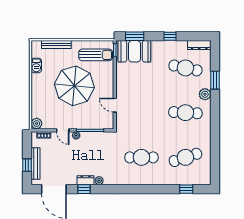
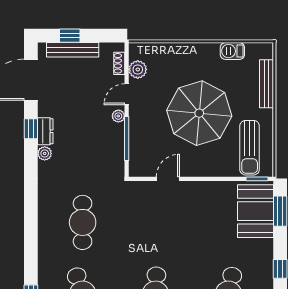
plant: (37, 124) -> (138, 69), moved

